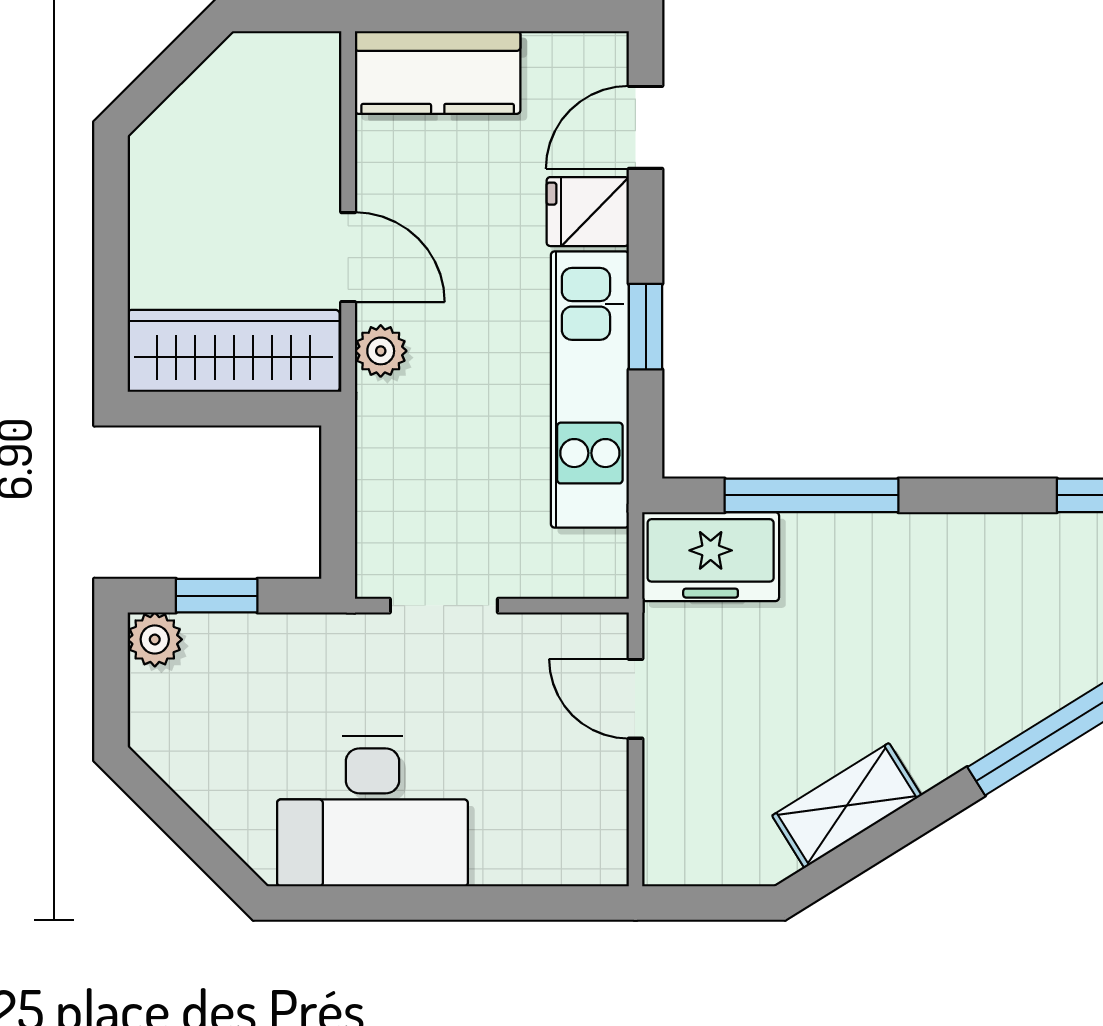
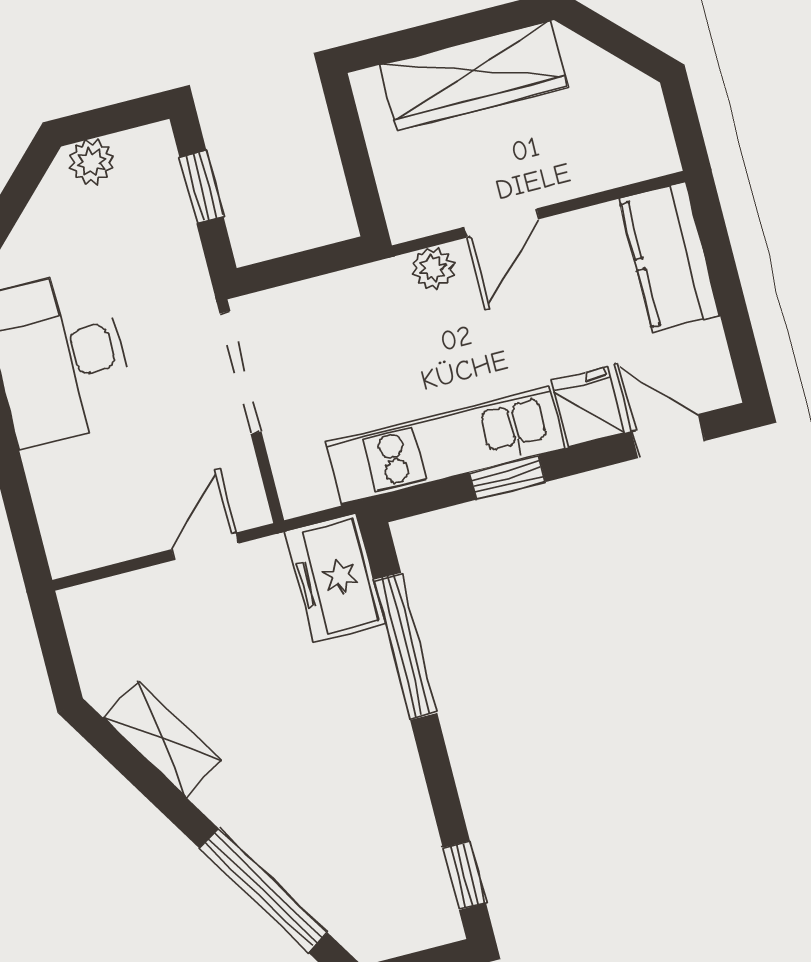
wardrobe: (234, 351) -> (474, 76), moved, turned 90
doorway: (444, 606) -> (240, 372), width x1.38
plant: (155, 639) -> (92, 162), moved

